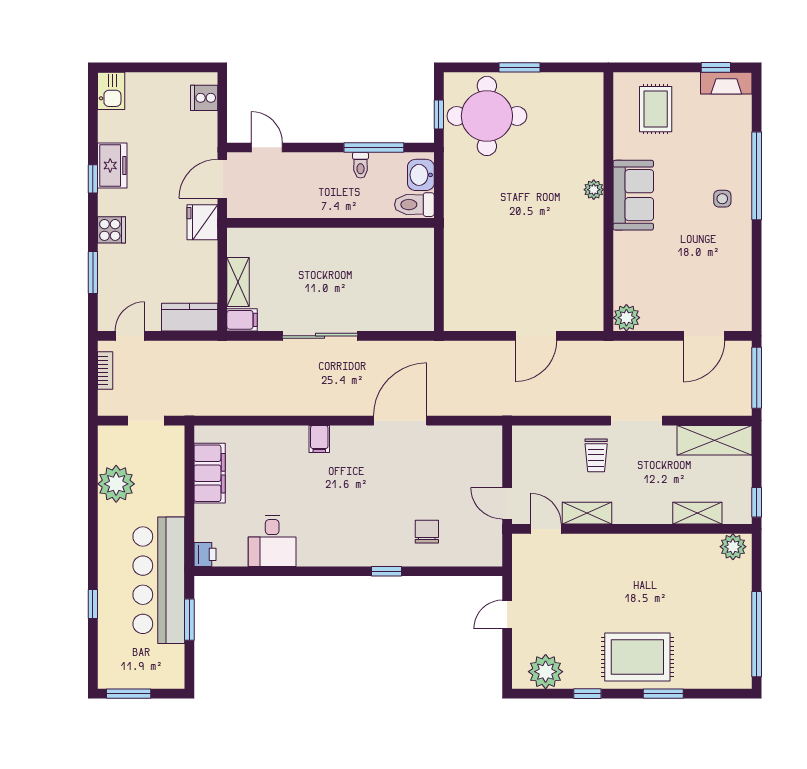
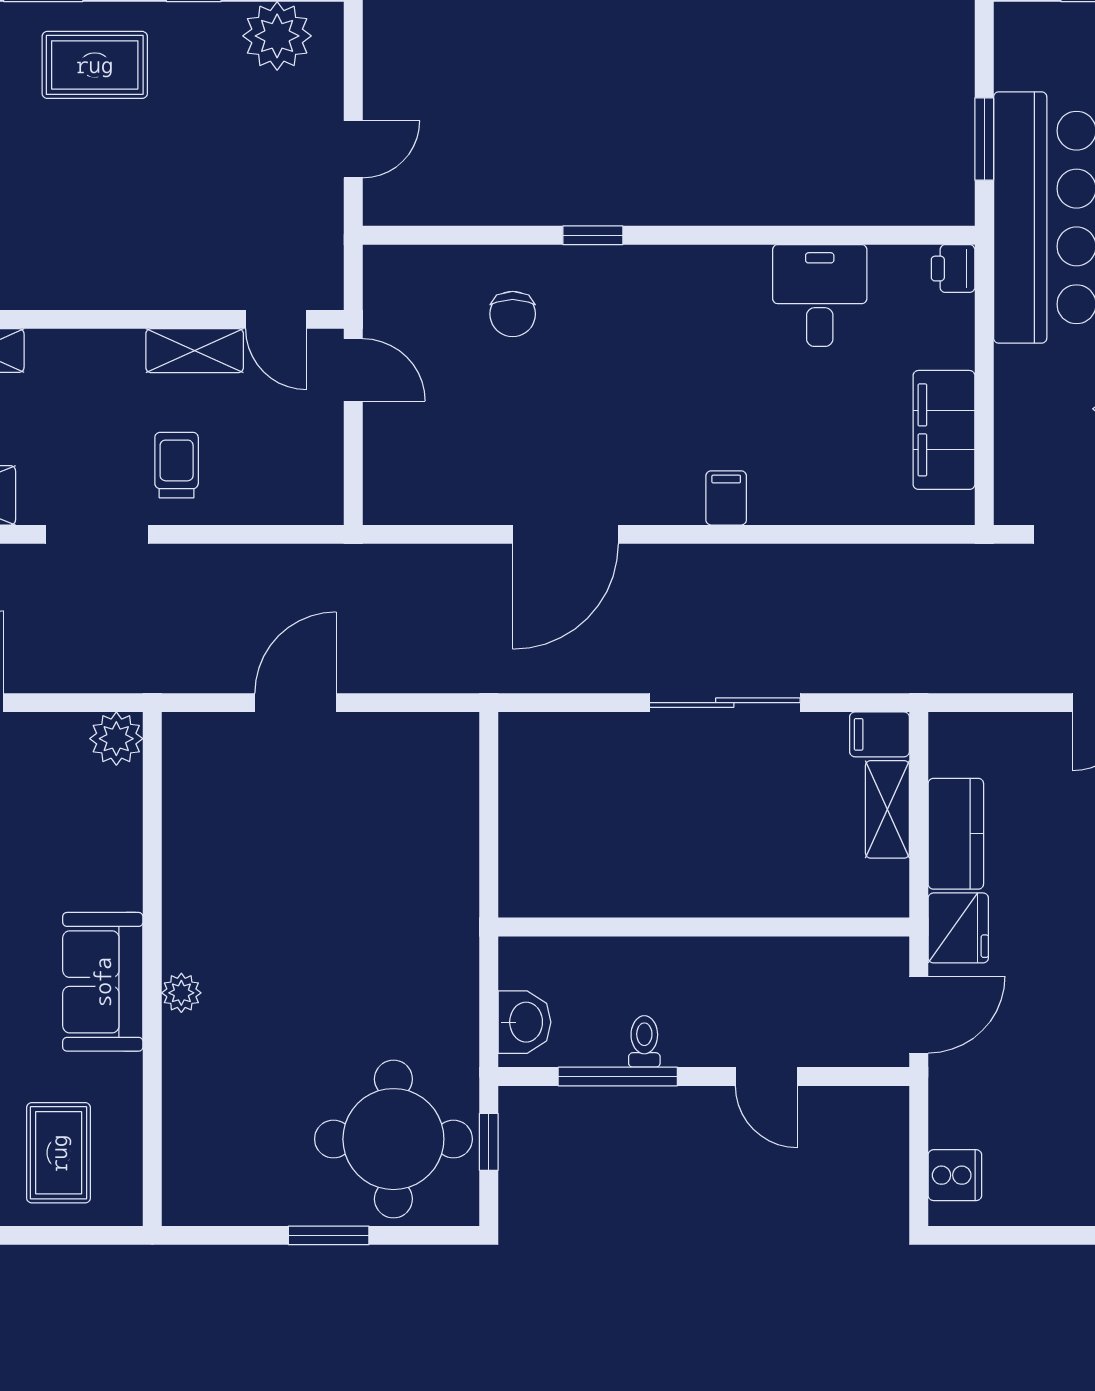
door: (267, 147) -> (766, 1076), moved
toilet: (414, 205) -> (537, 963), removed
kitchen counter: (190, 317) -> (956, 834), moved, turned -90
rug: (637, 657) -> (95, 65), width x0.73, depth x0.70

